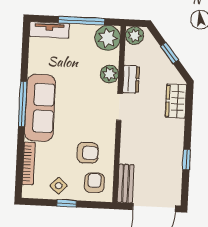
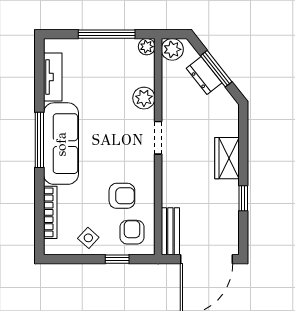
tv unit: (49, 30) -> (53, 77), moved, turned -90
plant: (108, 38) -> (147, 47), width x0.53, depth x0.53
window: (169, 53) -> (216, 69), width x1.50
dresser: (131, 79) -> (204, 76), moved, turned 142
wardrobe: (176, 101) -> (227, 158), moved
window: (67, 203) -> (117, 259), moved

